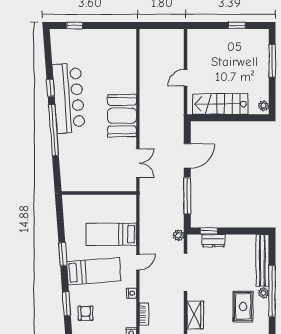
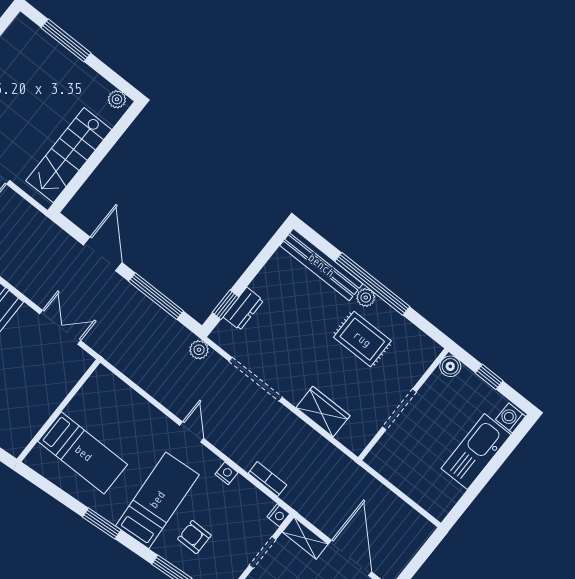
bed: (111, 234) -> (83, 453), moved, turned -90
armchair: (86, 313) -> (194, 537), moved

